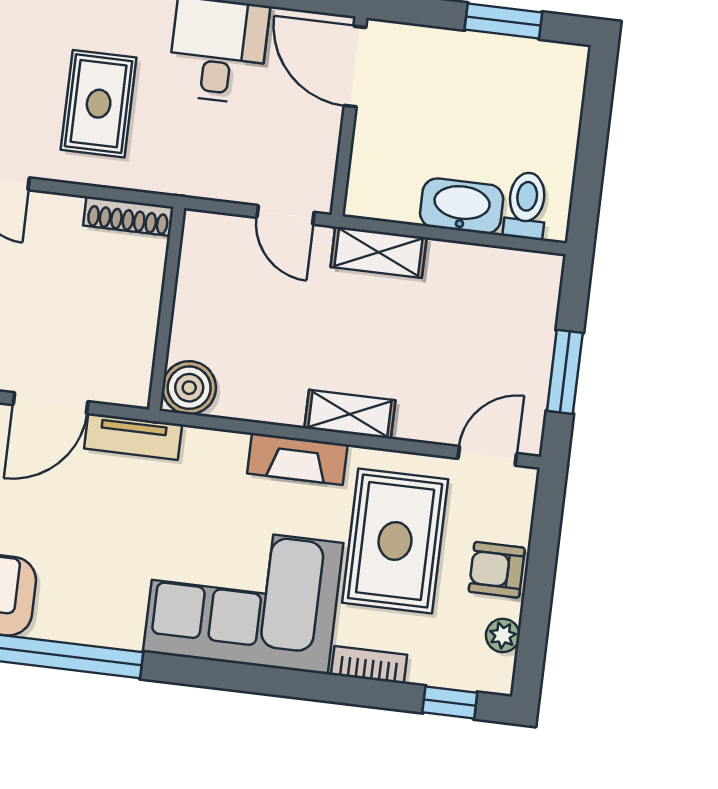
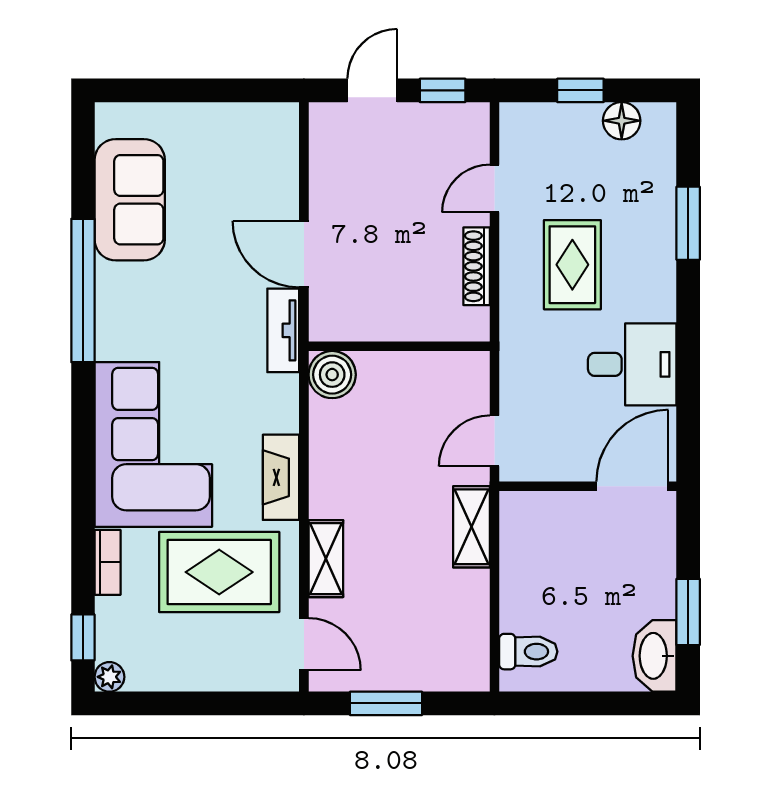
rug: (99, 104) -> (572, 265), turned 90
washbasin: (462, 206) -> (655, 656), moved, turned 180
shoe rack: (128, 216) -> (477, 266), moved
shelving: (350, 414) -> (326, 559), moved
armchair: (497, 570) -> (205, 665), removed
plant: (503, 635) -> (109, 677), moved

